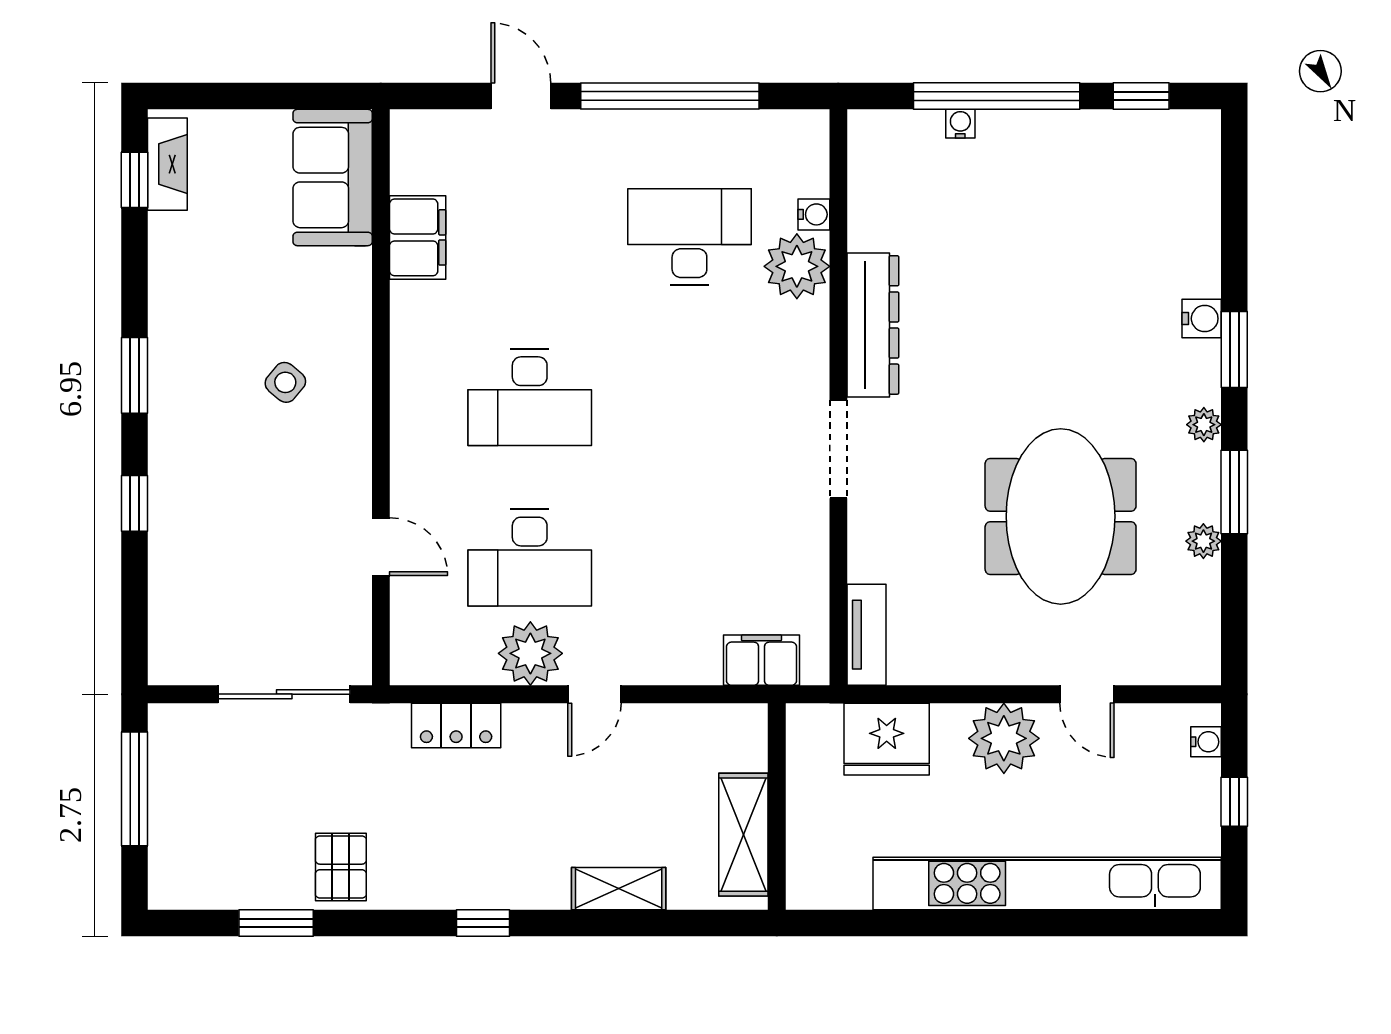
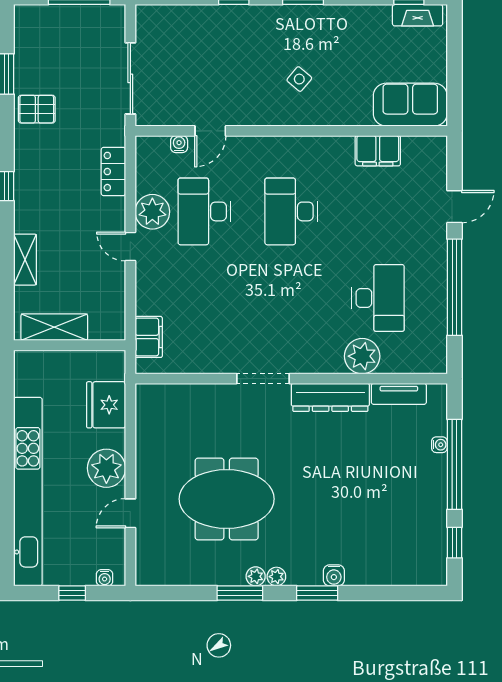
water cooler: (814, 214) -> (179, 144), moved, turned 180
plant: (1203, 541) -> (256, 576), moved
tv unit: (866, 635) -> (399, 394), moved

